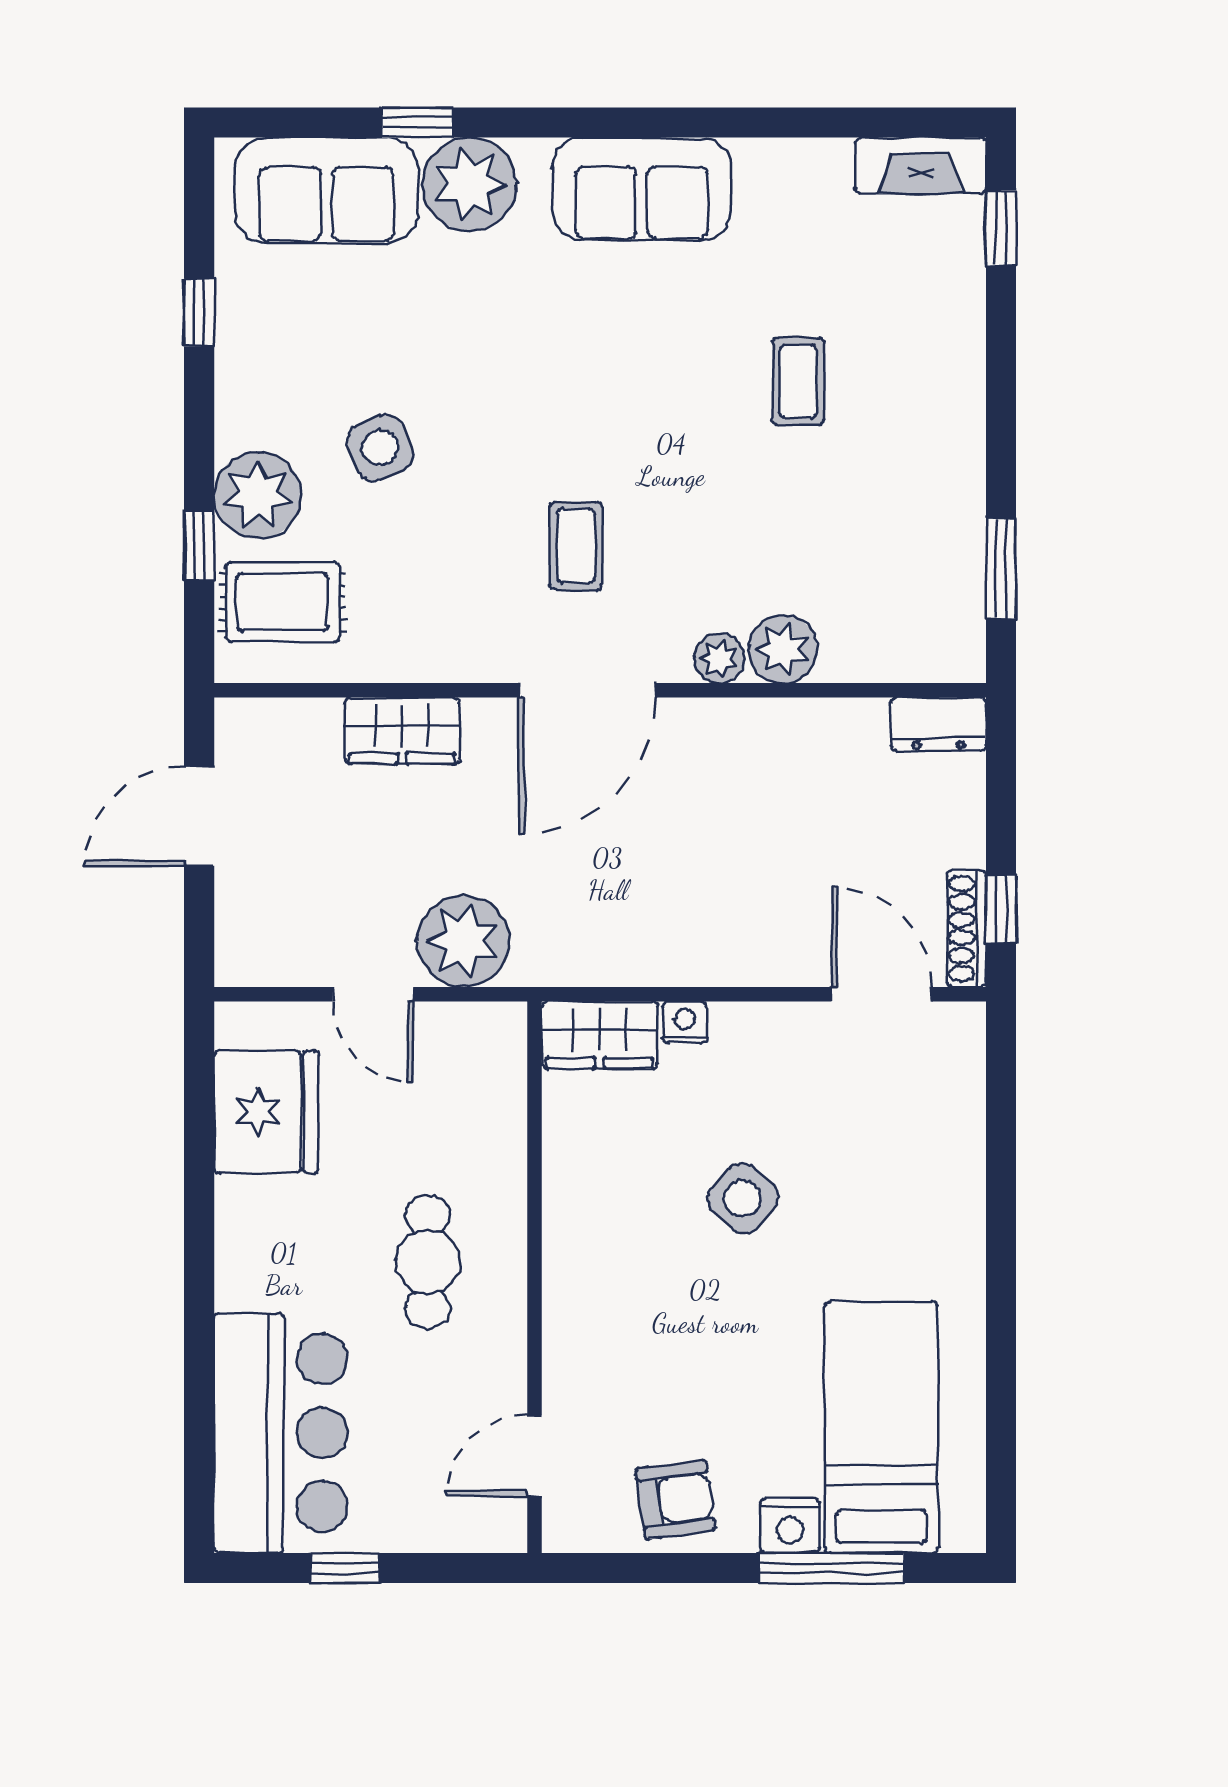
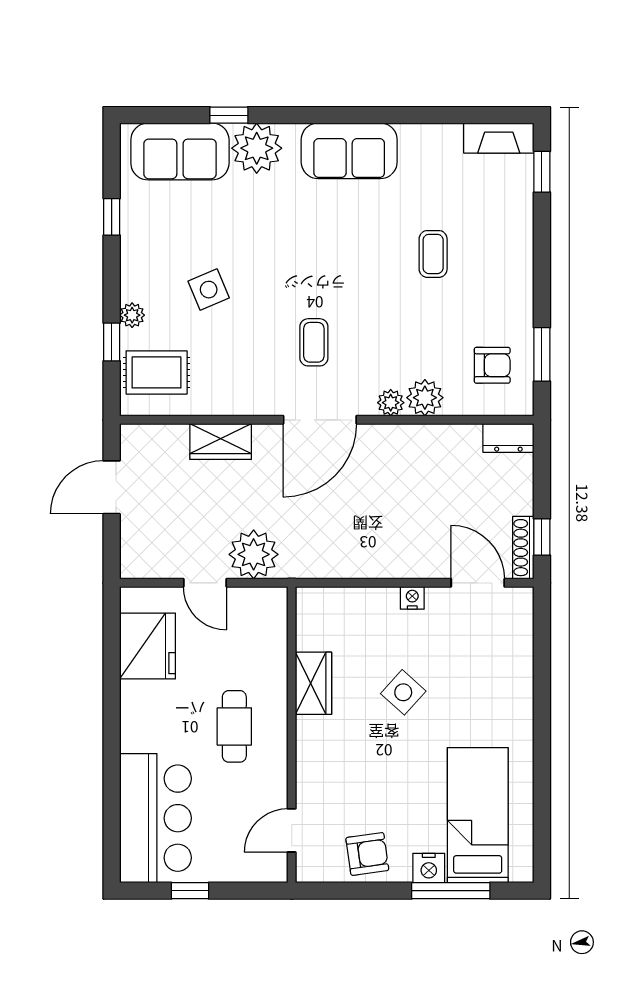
plant: (258, 495) -> (132, 315), width x0.53, depth x0.53
armchair: (908, 589) -> (492, 365), added
nightstand: (685, 1022) -> (412, 598), moved
wardrobe: (600, 1035) -> (314, 683), moved, turned -90

